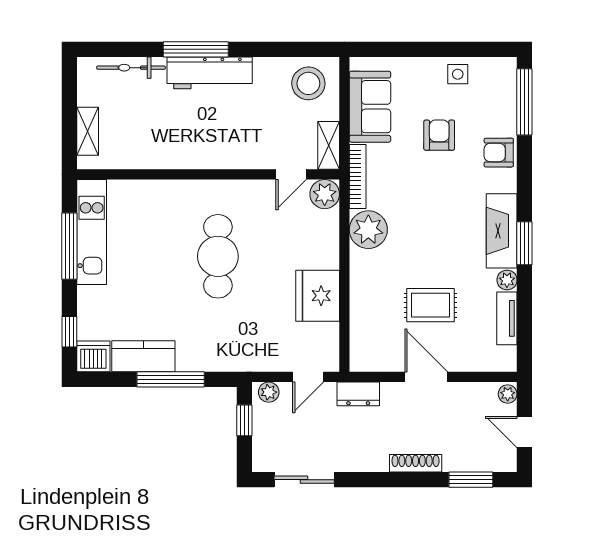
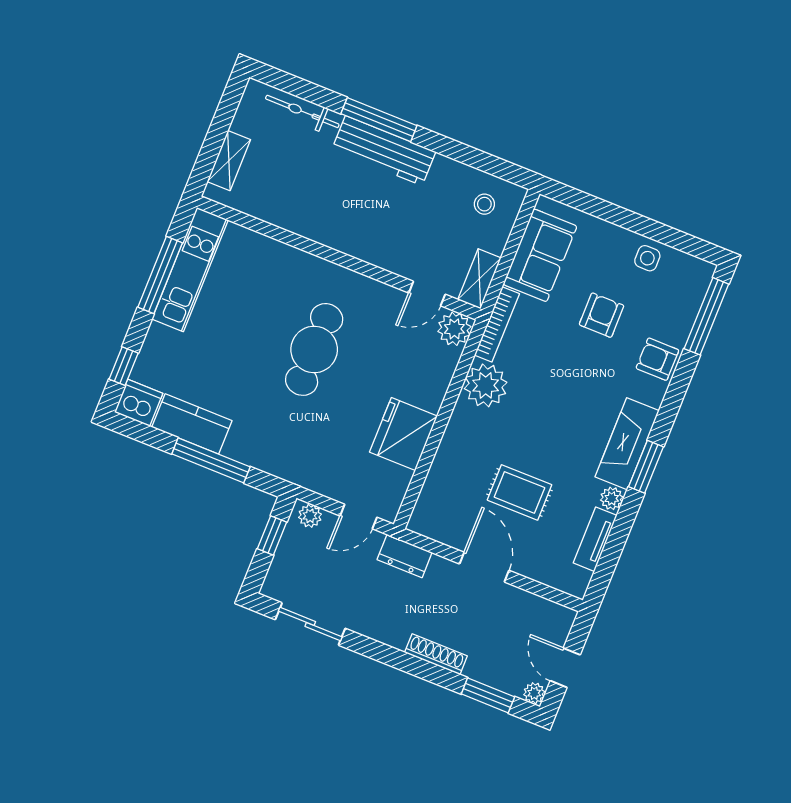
stool: (308, 83) -> (484, 204), width x0.53, depth x0.53
plant: (508, 394) -> (534, 693), moved

